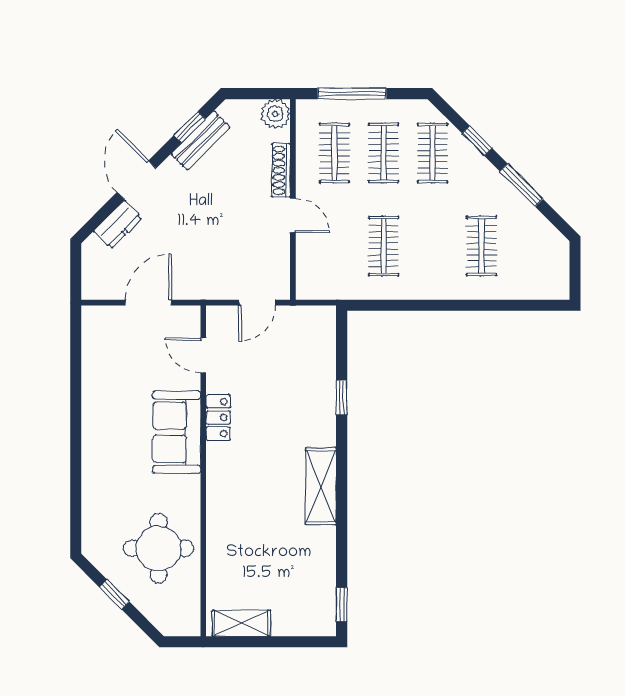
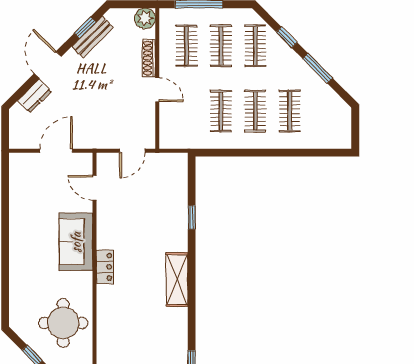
clothes rail: (433, 246) -> (255, 111), added
locker: (218, 418) -> (105, 267), moved

